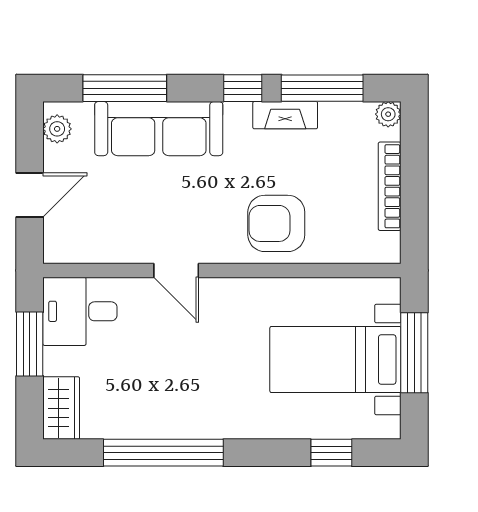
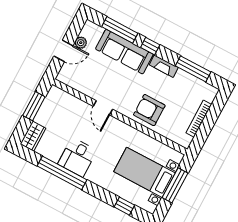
window: (243, 88) -> (150, 46), moved
plant: (388, 114) -> (212, 92), removed
fireplace: (285, 115) -> (164, 66), moved
plant: (57, 129) -> (81, 43), moved
desk: (80, 311) -> (77, 157), moved, turned -90

